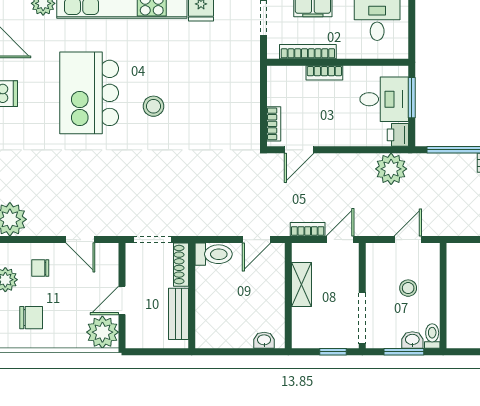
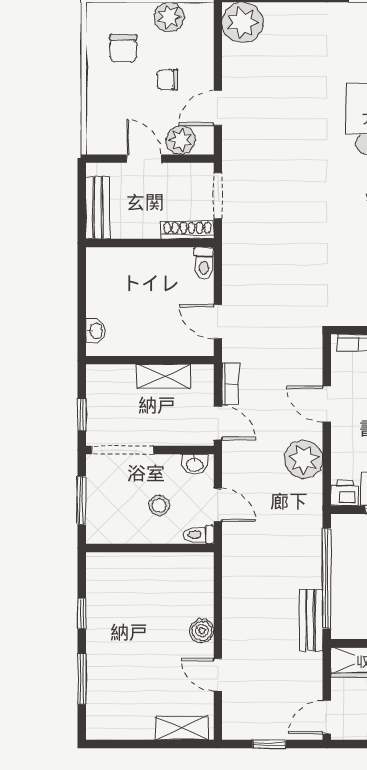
door: (299, 150) -> (327, 404), moved
plant: (391, 169) -> (304, 459), moved
toilet: (214, 254) -> (204, 263), width x0.73, depth x0.72
chair: (40, 268) -> (167, 80), moved, turned -90
bench: (178, 314) -> (98, 208), moved, turned 90
plant: (102, 332) -> (181, 140), moved, width x0.73, depth x0.73
toilet: (432, 336) -> (199, 535), moved, turned 180
washbasin: (412, 340) -> (195, 464), moved, turned 90

